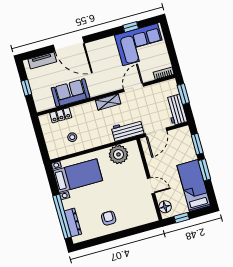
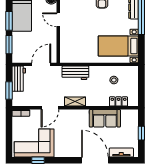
workbench: (128, 130) -> (75, 73), moved
plant: (118, 154) -> (79, 54), removed

